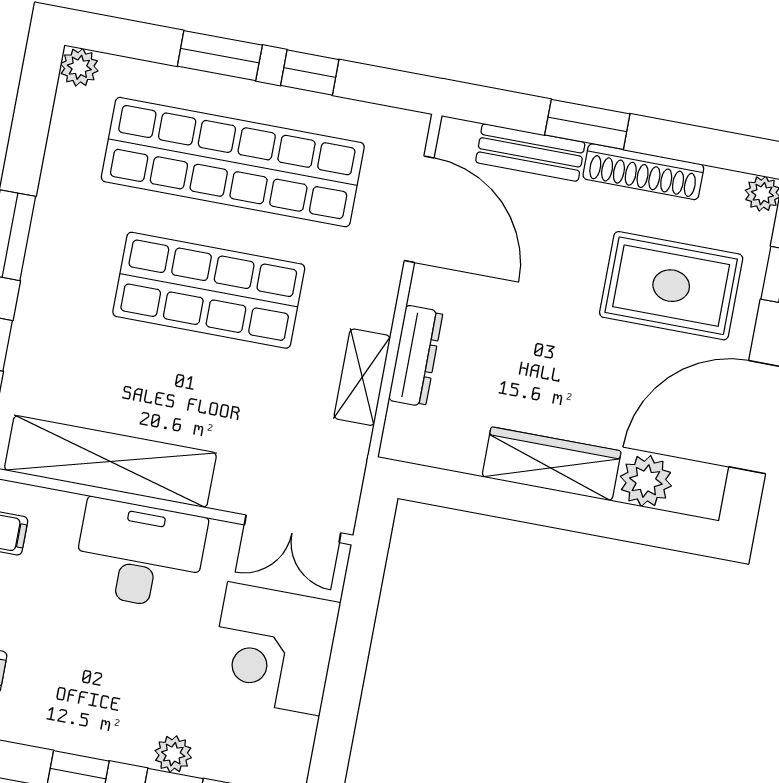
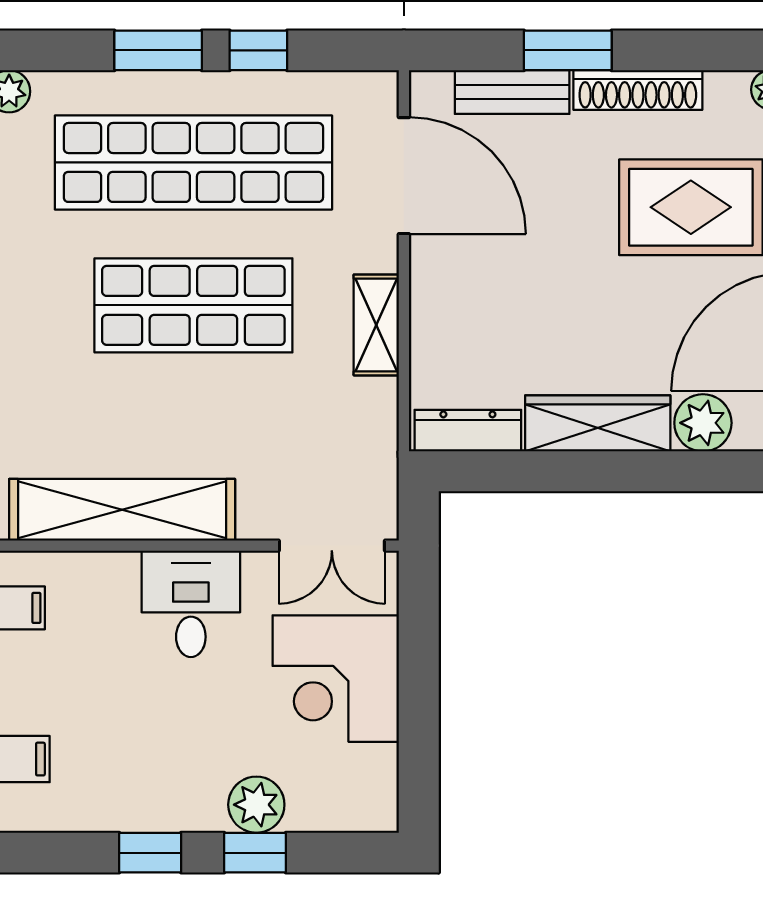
dresser: (416, 356) -> (468, 431), moved, turned -90
shelving: (362, 377) -> (376, 325), moved
desk: (140, 554) -> (191, 604), width x0.73
plant: (173, 754) -> (256, 805), width x1.38, depth x1.38

